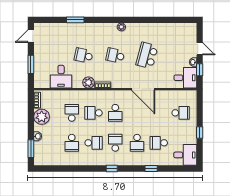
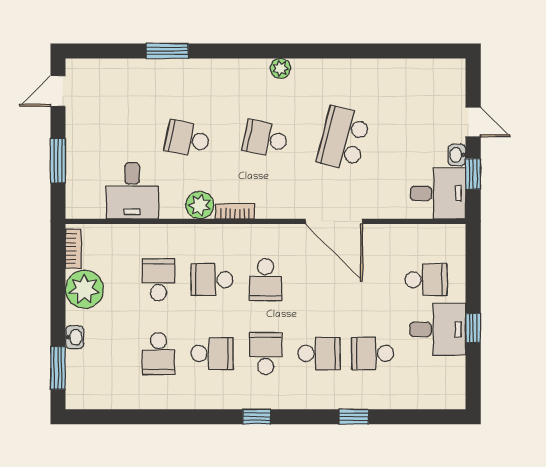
school desk: (137, 143) -> (319, 353), turned -90
desk: (185, 155) -> (438, 329), moved

